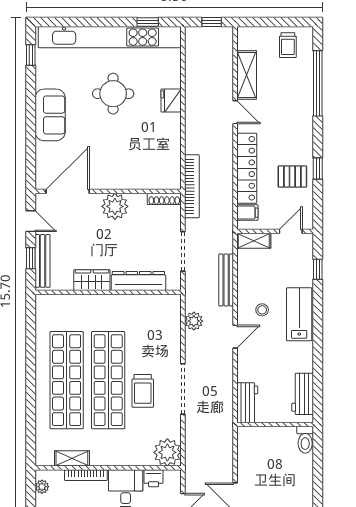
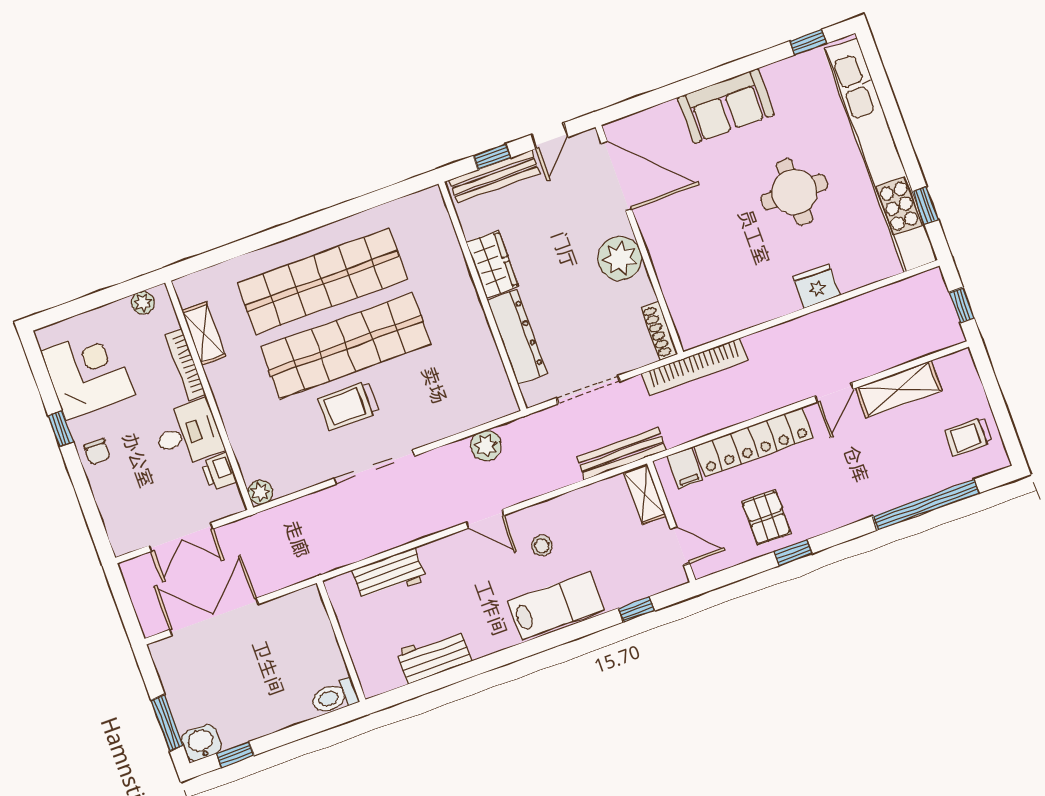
bench: (226, 280) -> (621, 454), moved
wall: (275, 425) -> (341, 641), moved
toilet: (305, 440) -> (334, 697), moved
plant: (167, 452) -> (260, 492), width x0.53, depth x0.53

